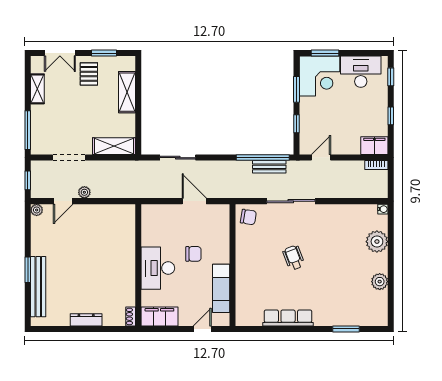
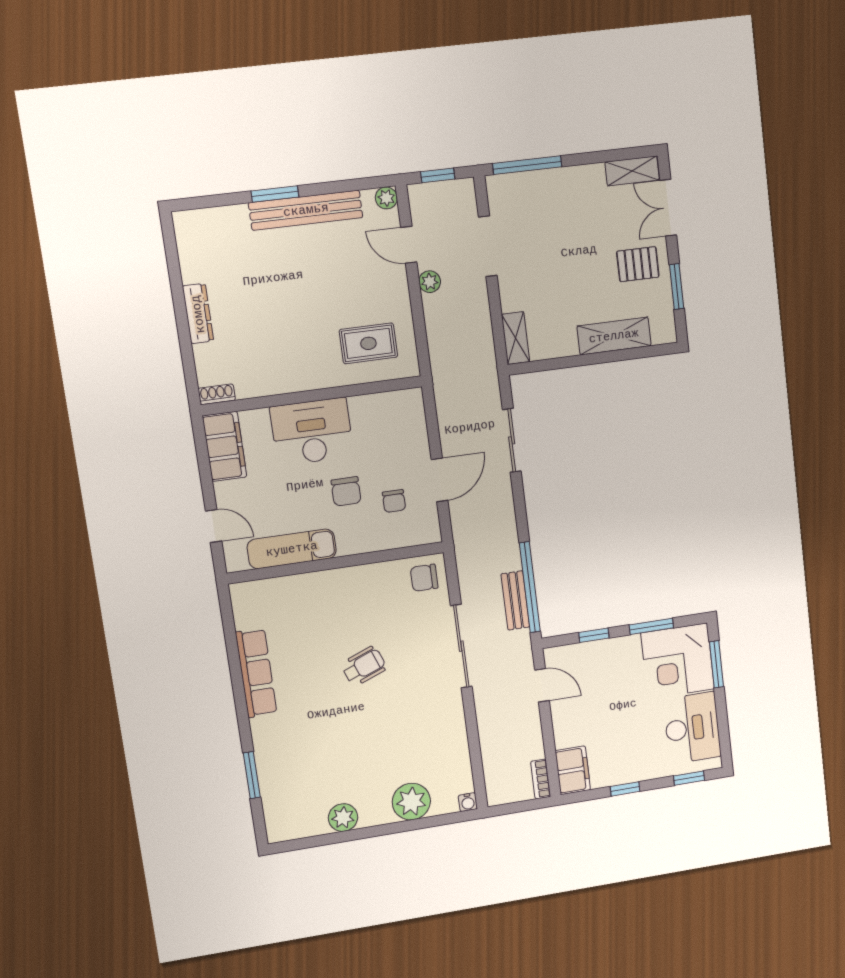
shelving: (37, 89) -> (632, 171), moved
shelving: (114, 146) -> (516, 338), width x0.67, depth x0.75
chair: (248, 217) -> (424, 578), turned 81
chair: (203, 228) -> (394, 501), added
rug: (114, 230) -> (368, 343), added
bench: (38, 287) -> (306, 210), moved

